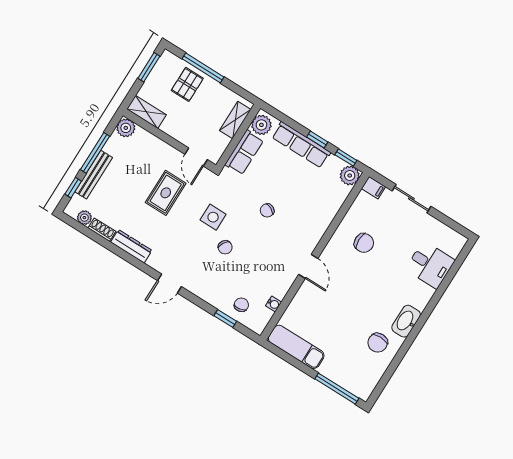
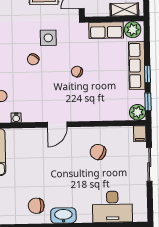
chair: (364, 243) -> (98, 152), turned 117
desk: (430, 265) -> (112, 207), width x1.37

